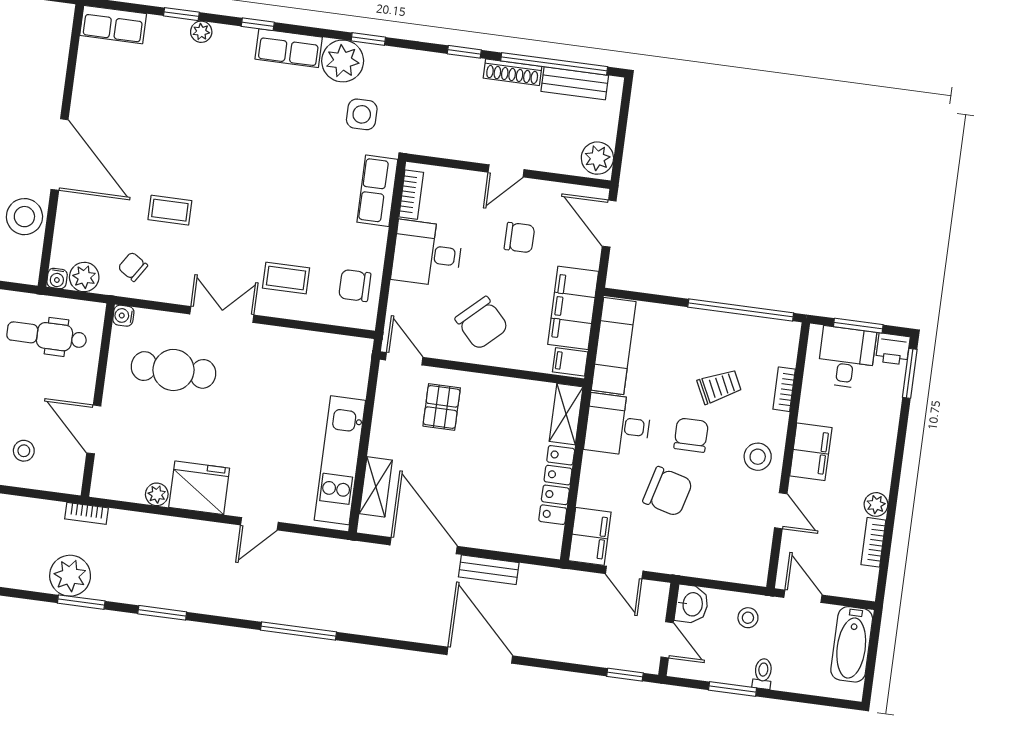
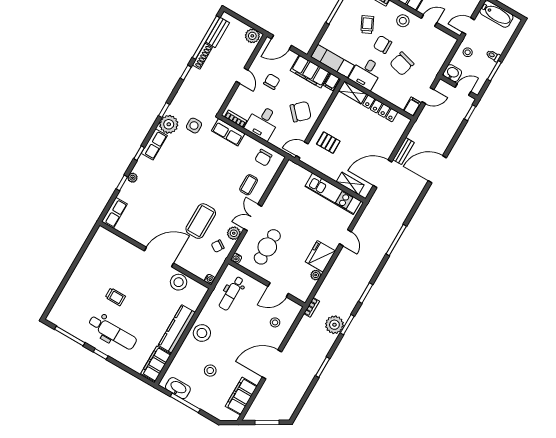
coffee table: (170, 210) -> (201, 221), width x1.86, depth x1.72
plant: (84, 277) -> (234, 233), moved
chair: (668, 491) -> (402, 64), turned 180
filing cabinet: (590, 536) -> (412, 107), width x0.50

